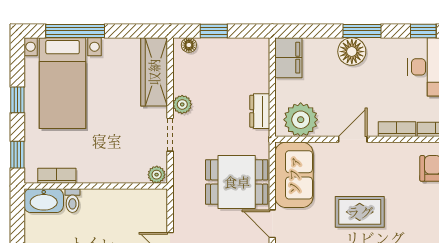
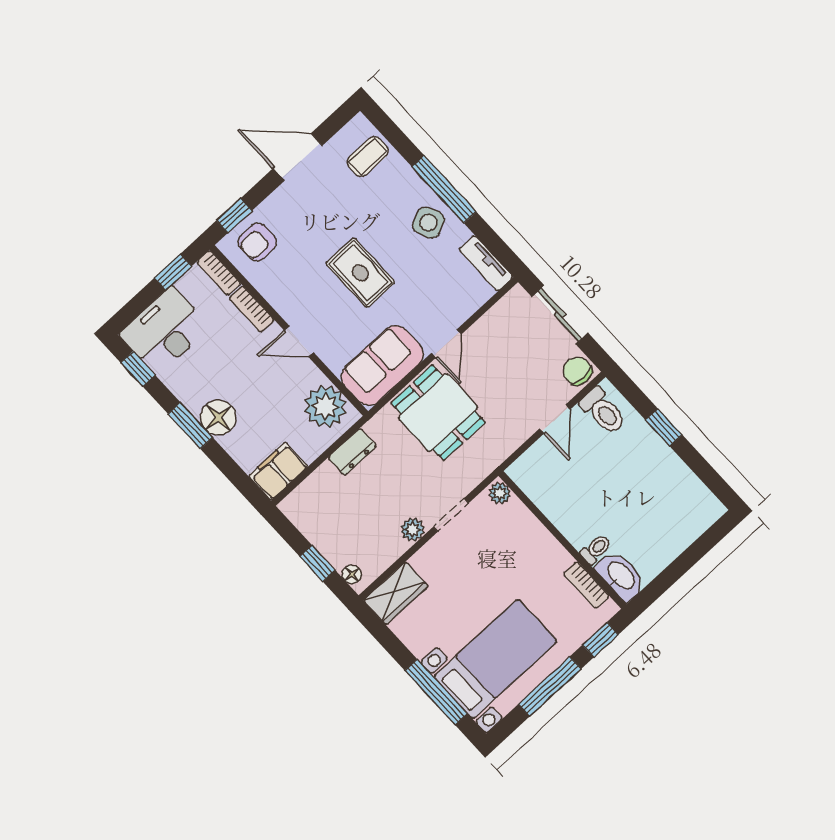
wardrobe: (154, 72) -> (396, 593), width x0.67
window: (17, 100) -> (550, 687), width x2.17

